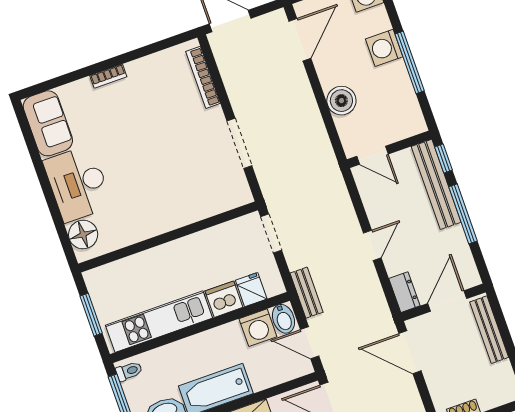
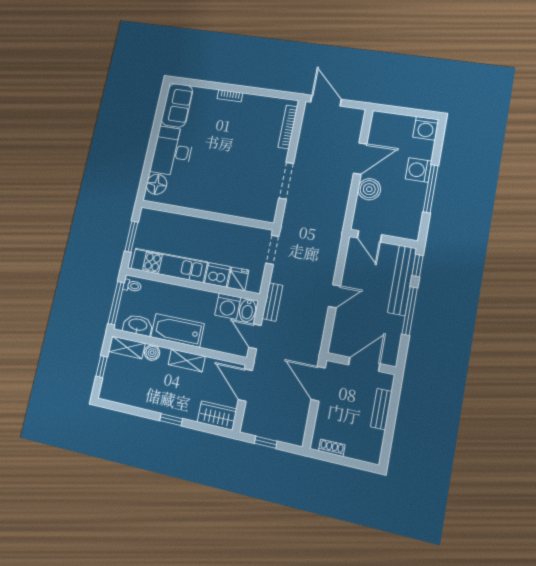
door: (300, 40) -> (360, 159), moved
dresser: (404, 292) -> (338, 340), removed
bench: (489, 330) -> (381, 409), width x0.73

